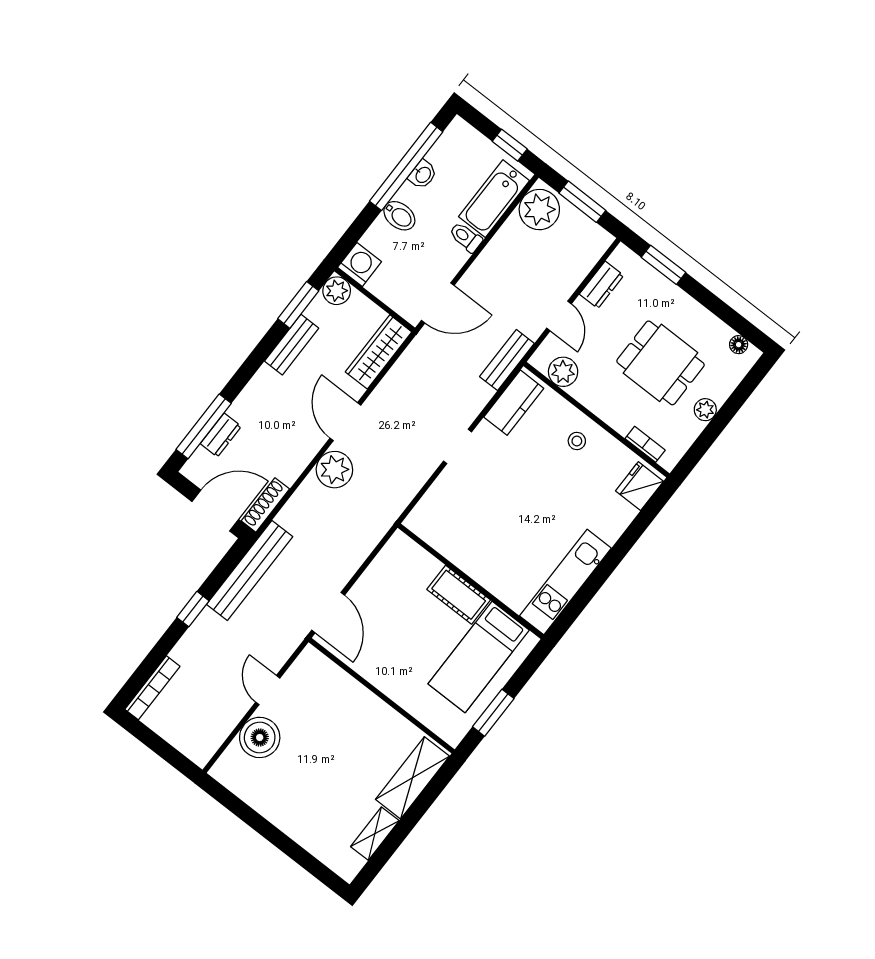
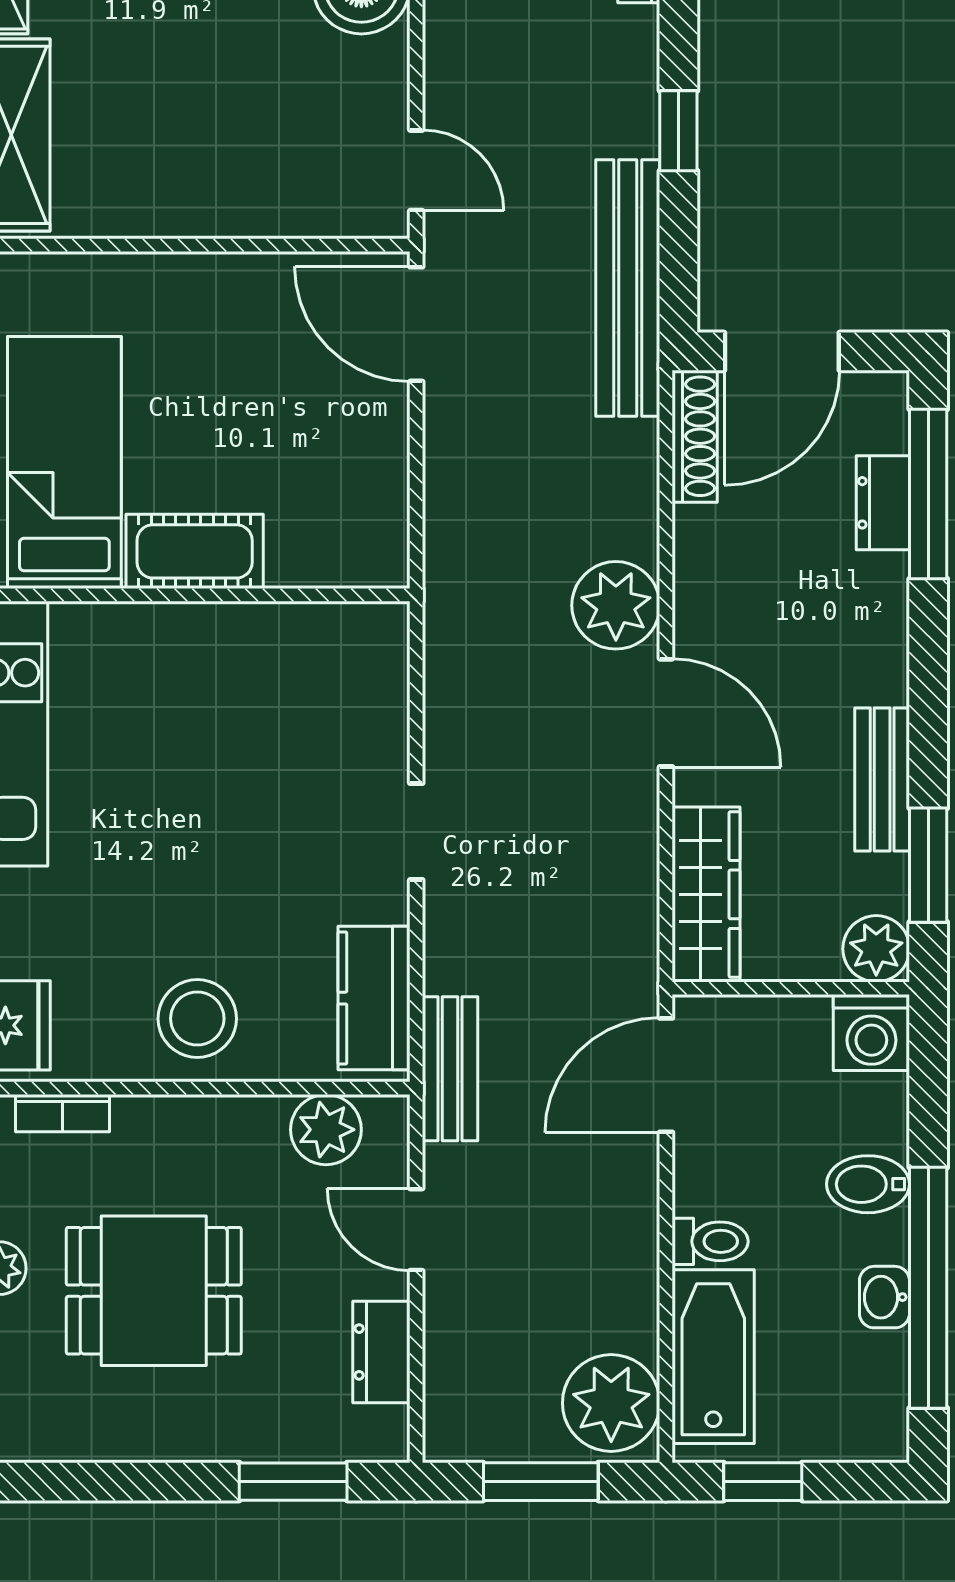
floor lamp: (739, 345) -> (32, 1441), removed
stool: (577, 441) -> (197, 1019), width x1.89, depth x1.89
door: (268, 690) -> (416, 170), moved

